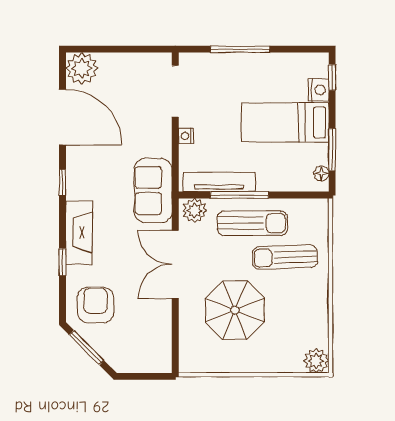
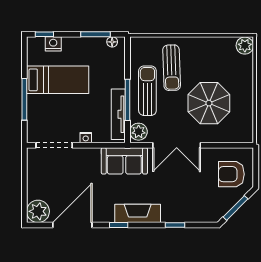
bed: (285, 123) -> (58, 80), moved, turned -90
fireplace: (79, 233) -> (138, 213), moved
armchair: (95, 305) -> (231, 174), moved

